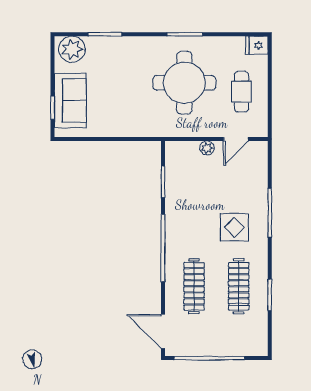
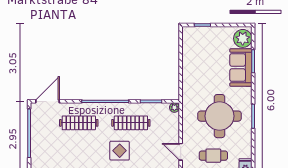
sofa: (70, 100) -> (241, 68), moved, turned 90
plant: (207, 148) -> (174, 107), moved
clothes rail: (239, 286) -> (131, 123), moved

